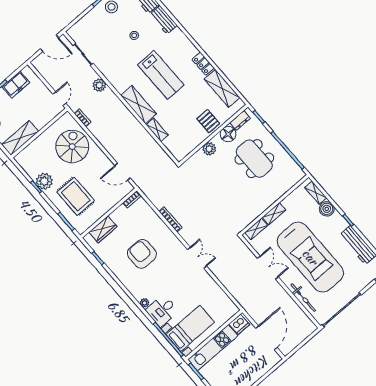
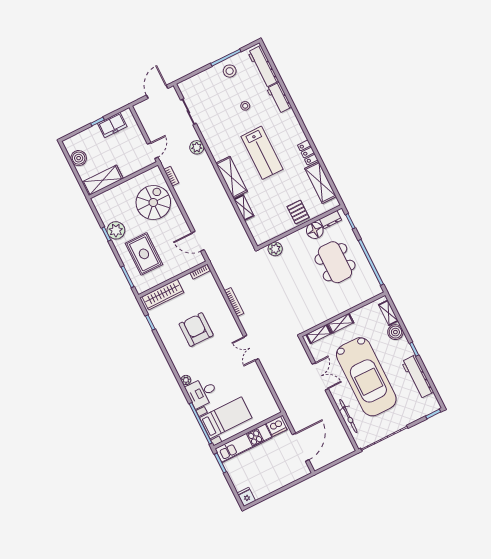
door: (49, 43) -> (157, 92), swing flipped
plant: (209, 149) -> (275, 249), moved
wardrobe: (103, 229) -> (163, 295), width x1.50
double door: (197, 258) -> (251, 348), swing flipped

